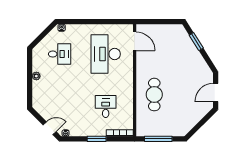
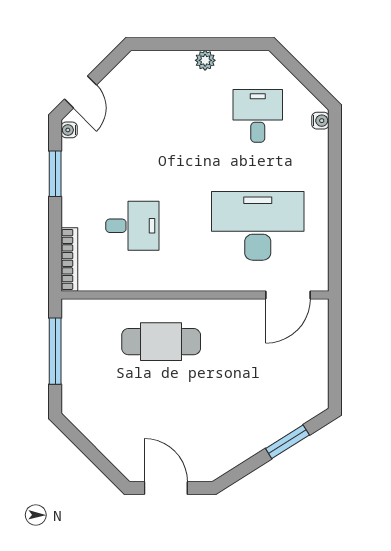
desk: (60, 54) -> (258, 116), turned 180
window: (97, 139) -> (55, 174), moved

